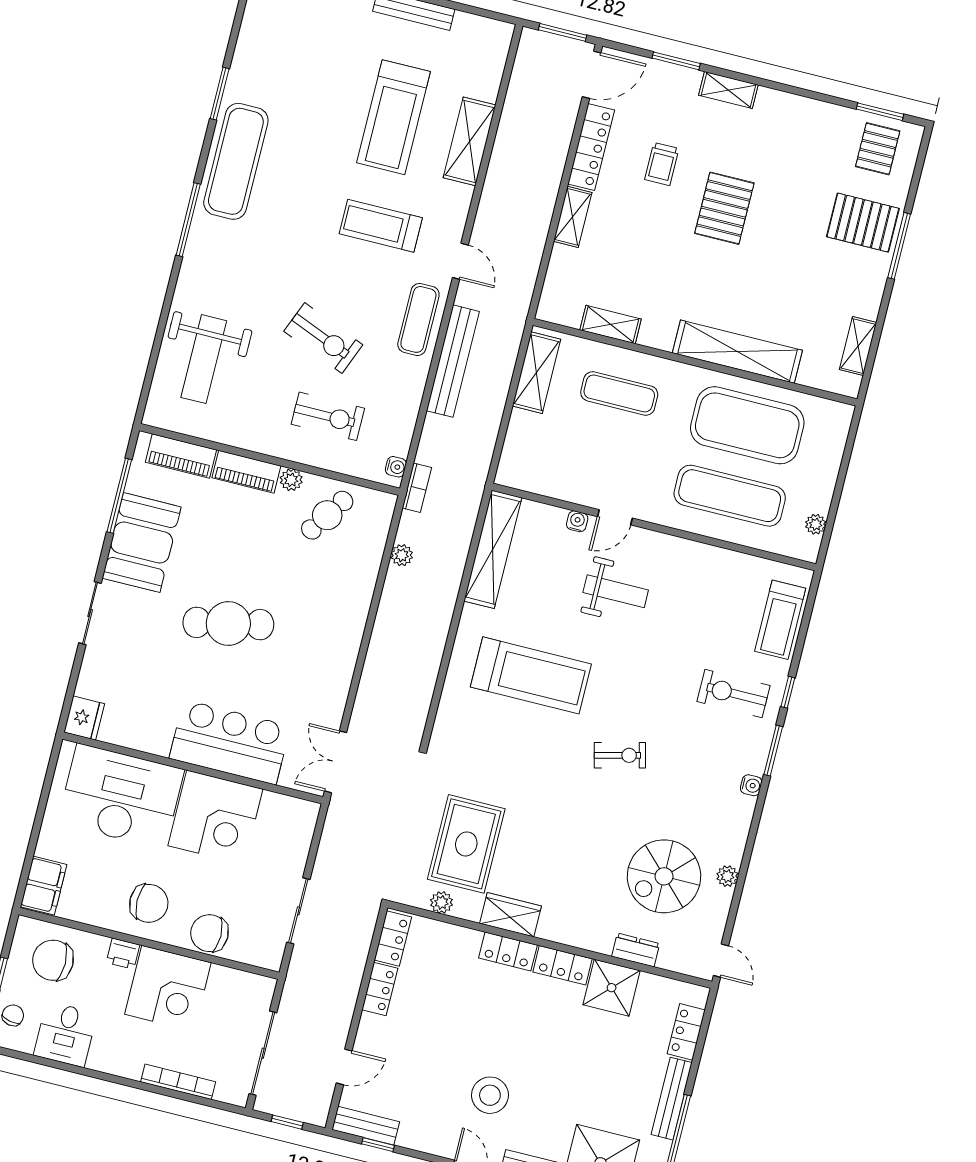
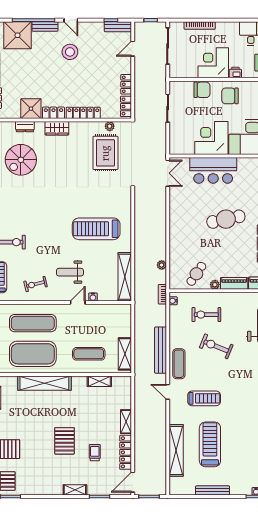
shelving: (470, 141) -> (176, 450), width x1.47
exercise bike: (620, 755) -> (36, 284), moved
spiral stairs: (664, 876) -> (21, 160), turned 180
wardrobe: (510, 915) -> (57, 128), moved
locker: (508, 952) -> (83, 113), width x1.53

